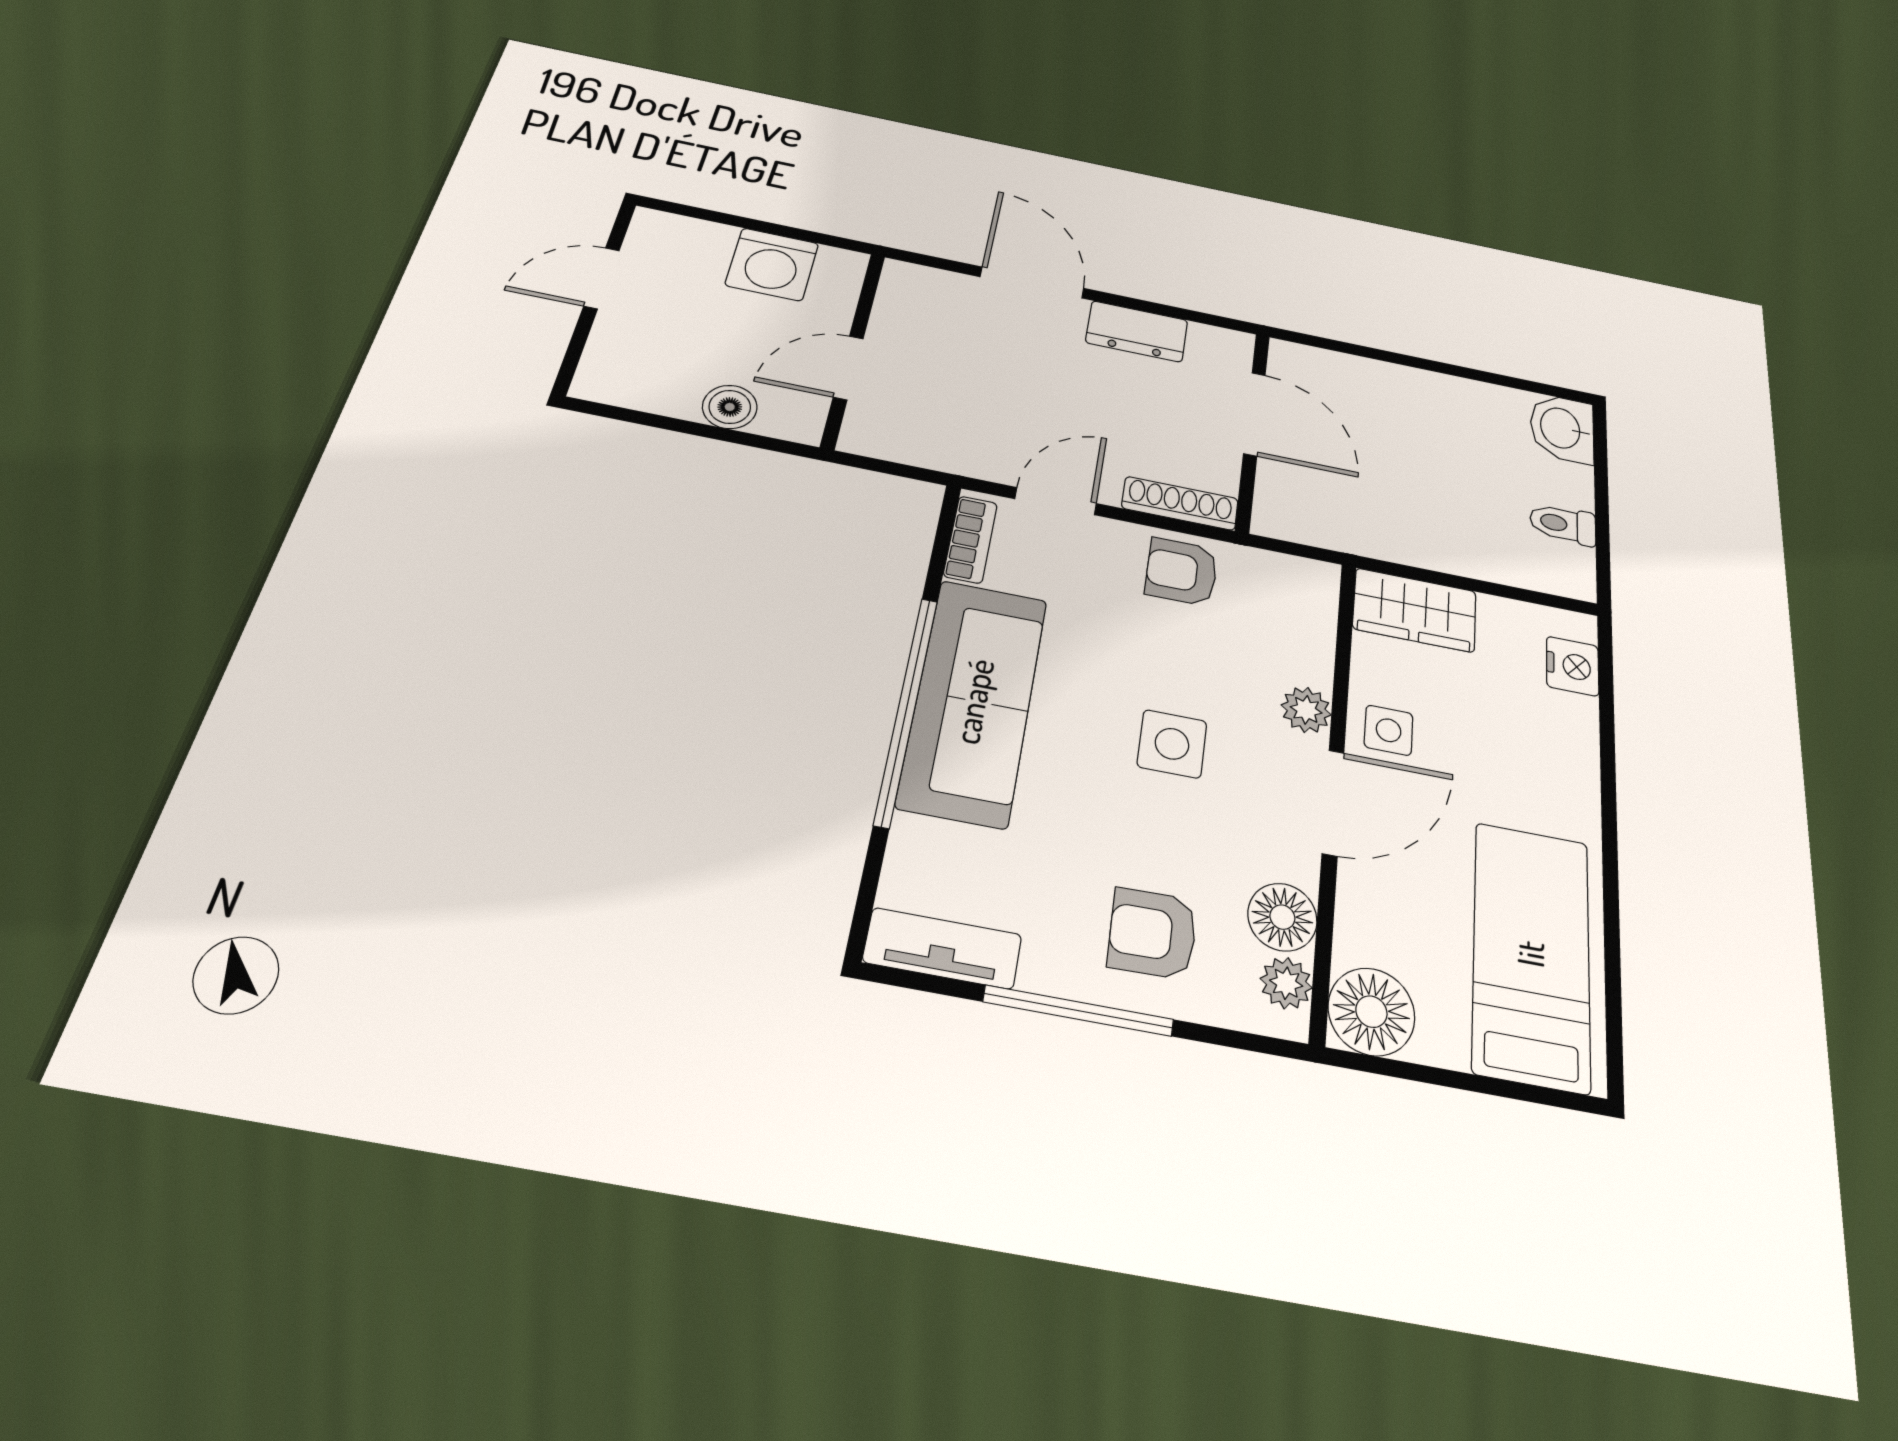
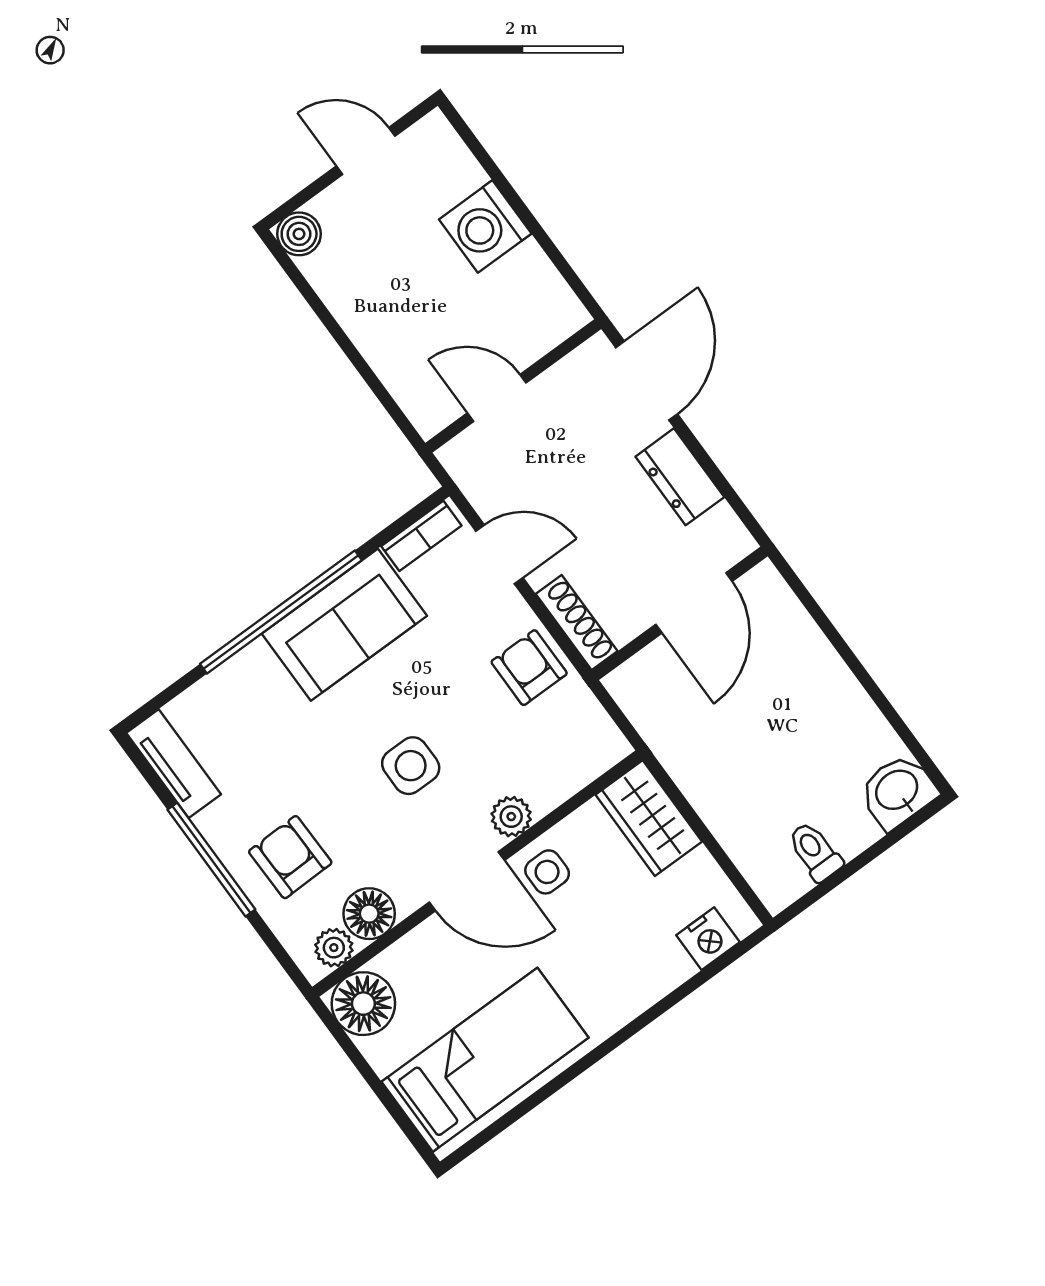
wall: (853, 349) -> (513, 386), moved
door: (848, 368) -> (497, 398), moved
boiler: (730, 407) -> (299, 234), moved
sofa: (973, 701) -> (344, 625), width x0.73

